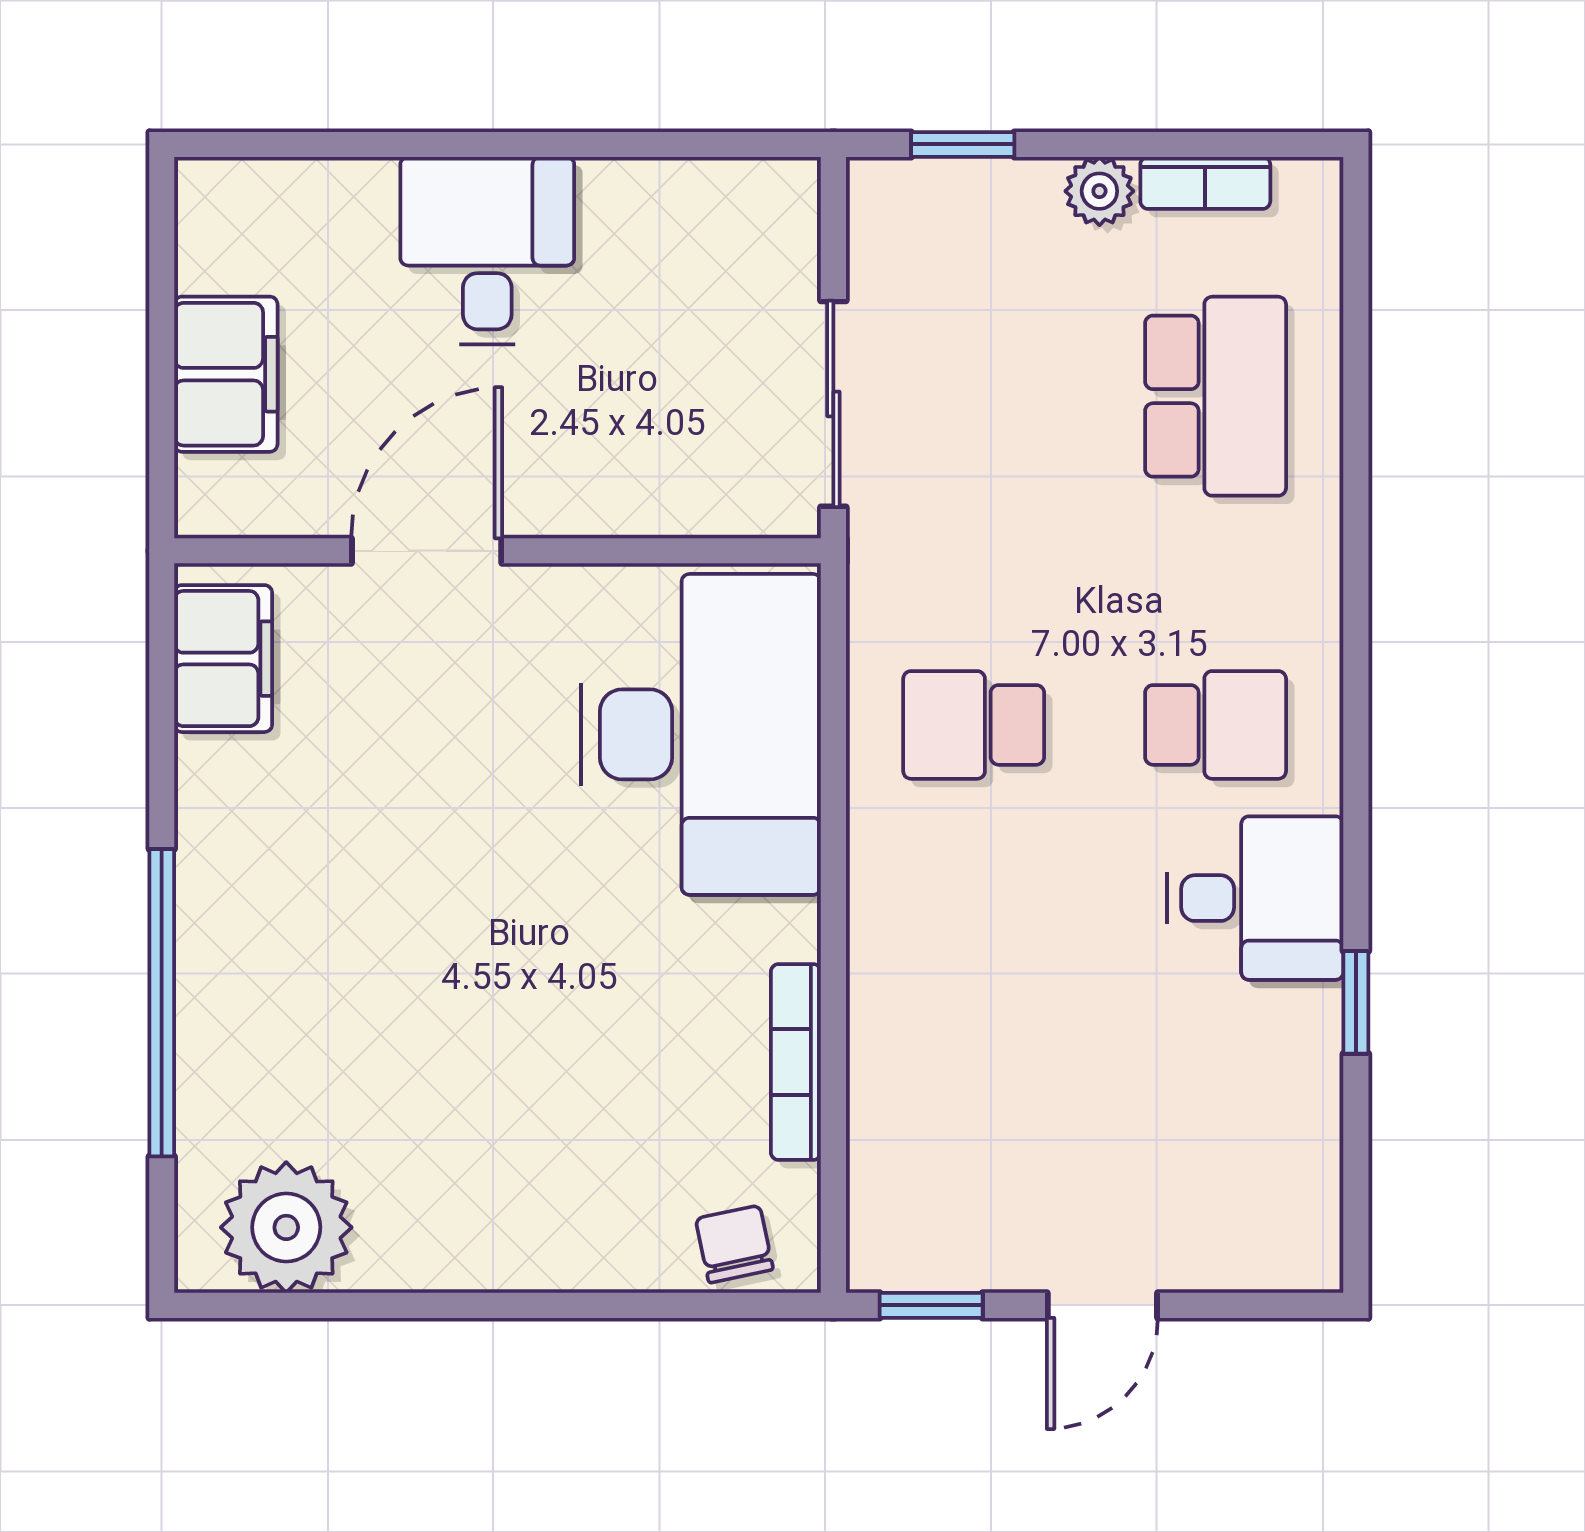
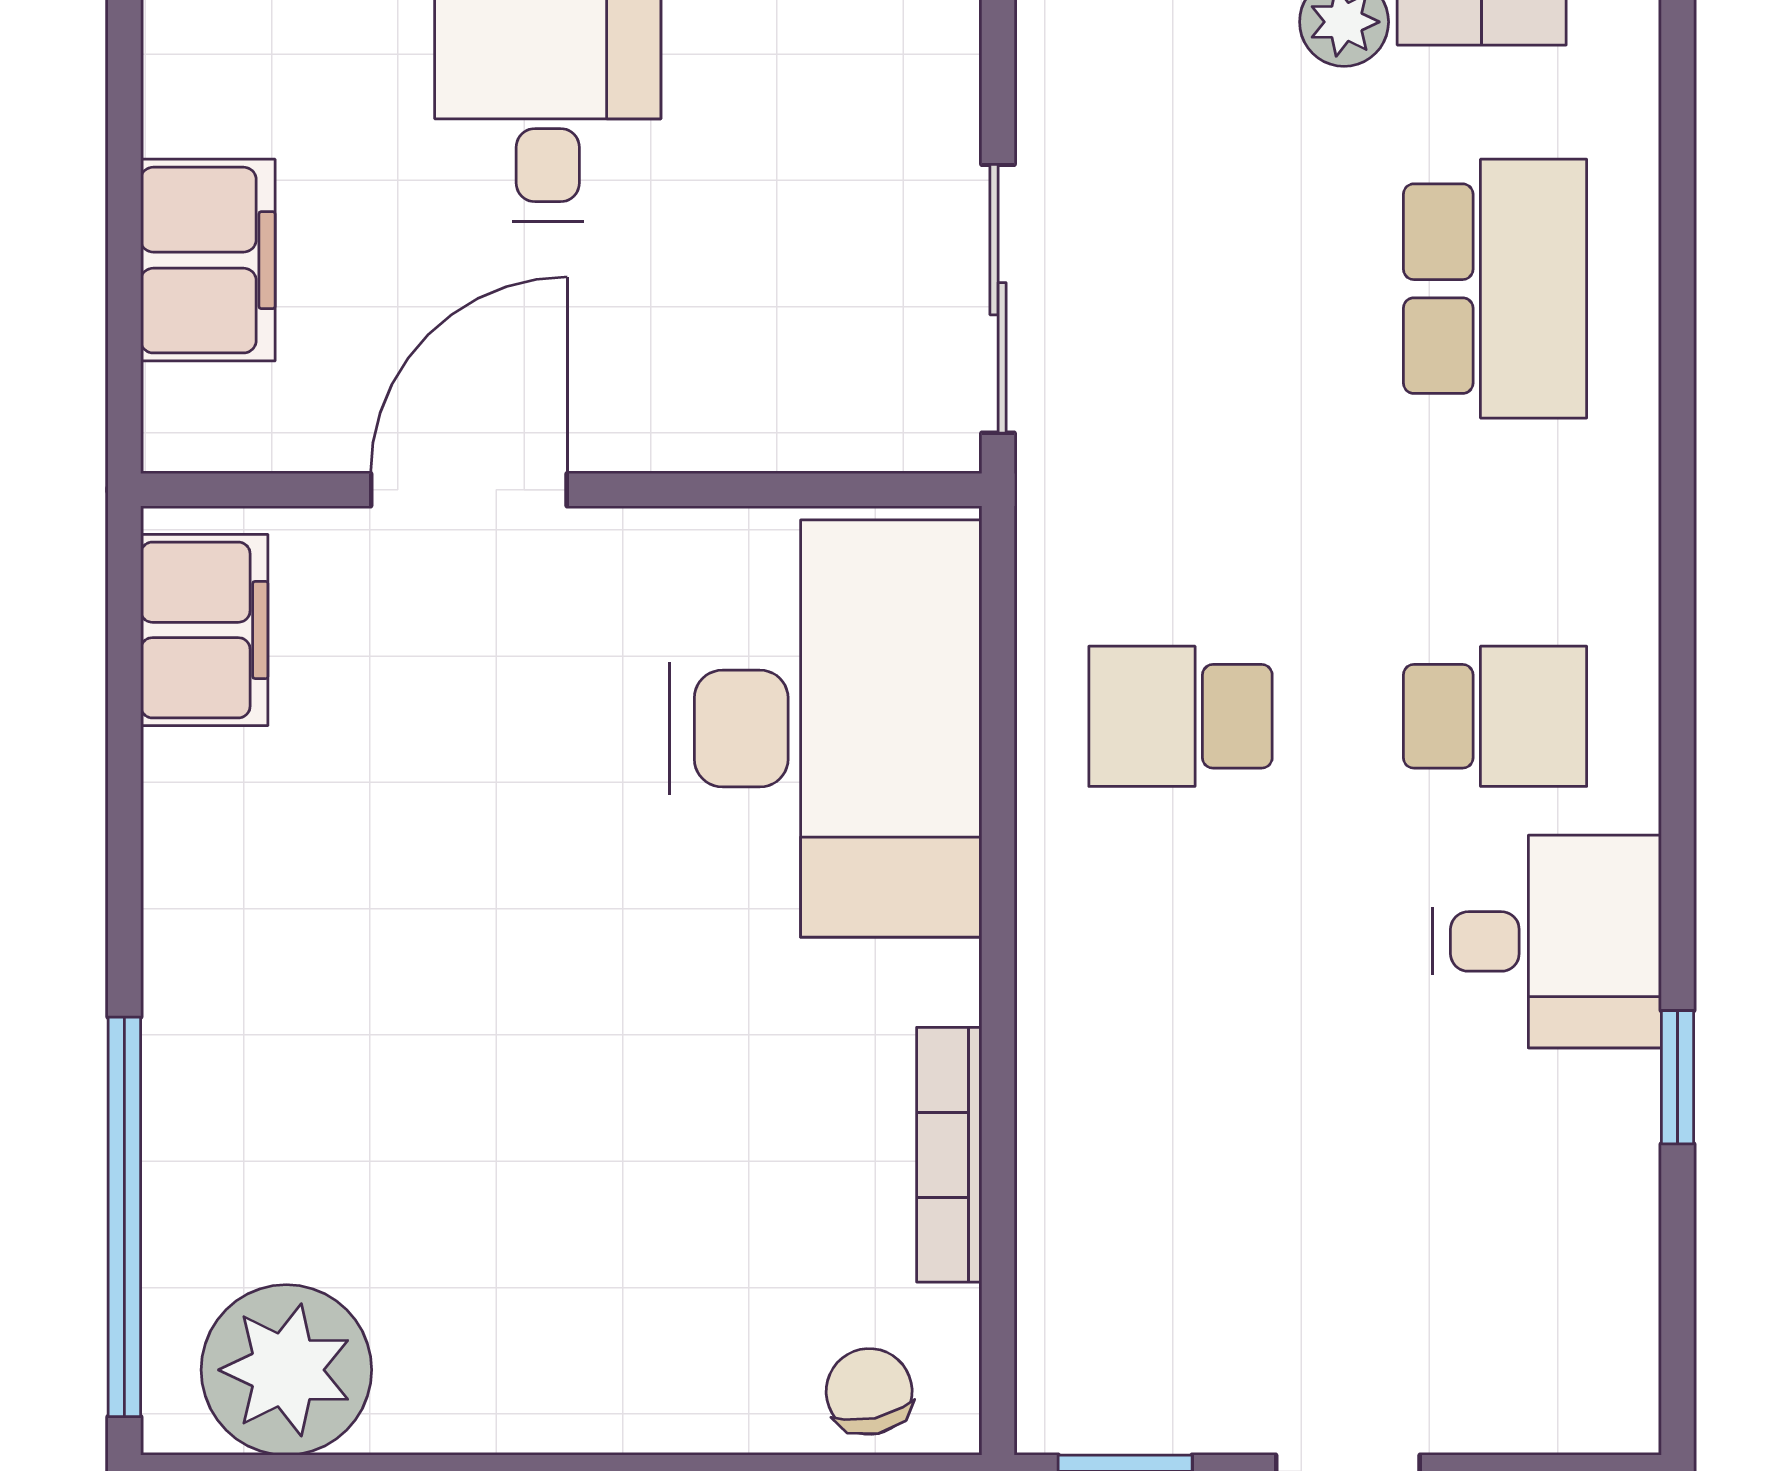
window: (162, 1003) -> (124, 1217), moved

